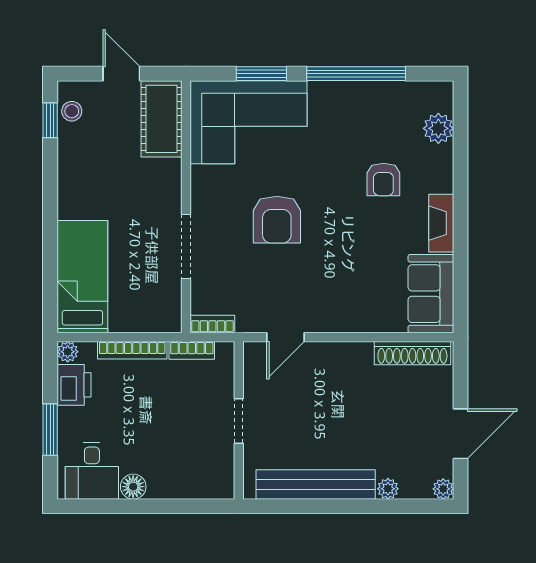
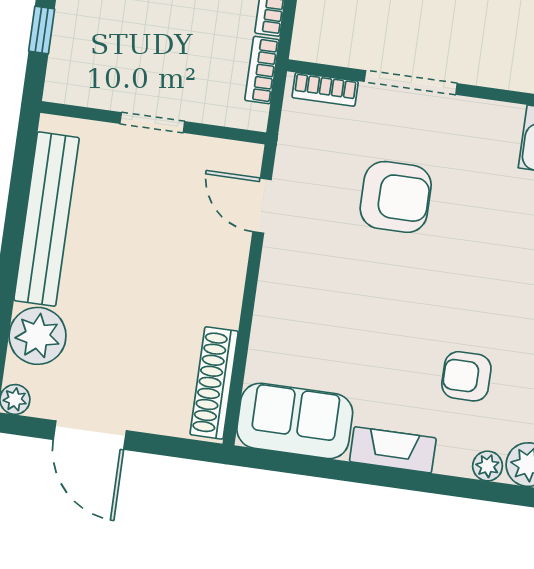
plant: (443, 156) -> (488, 466), added
armchair: (277, 220) -> (396, 197), moved, turned 180
bookcase: (212, 324) -> (325, 89), moved, turned 90
plant: (388, 489) -> (38, 336), width x1.88, depth x1.88
window: (186, 506) -> (42, 30), added

